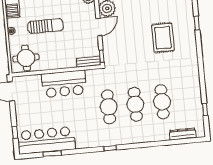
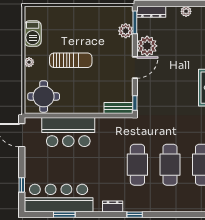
bar counter: (64, 84) -> (68, 132), moved
dresser: (91, 143) -> (113, 206), added

